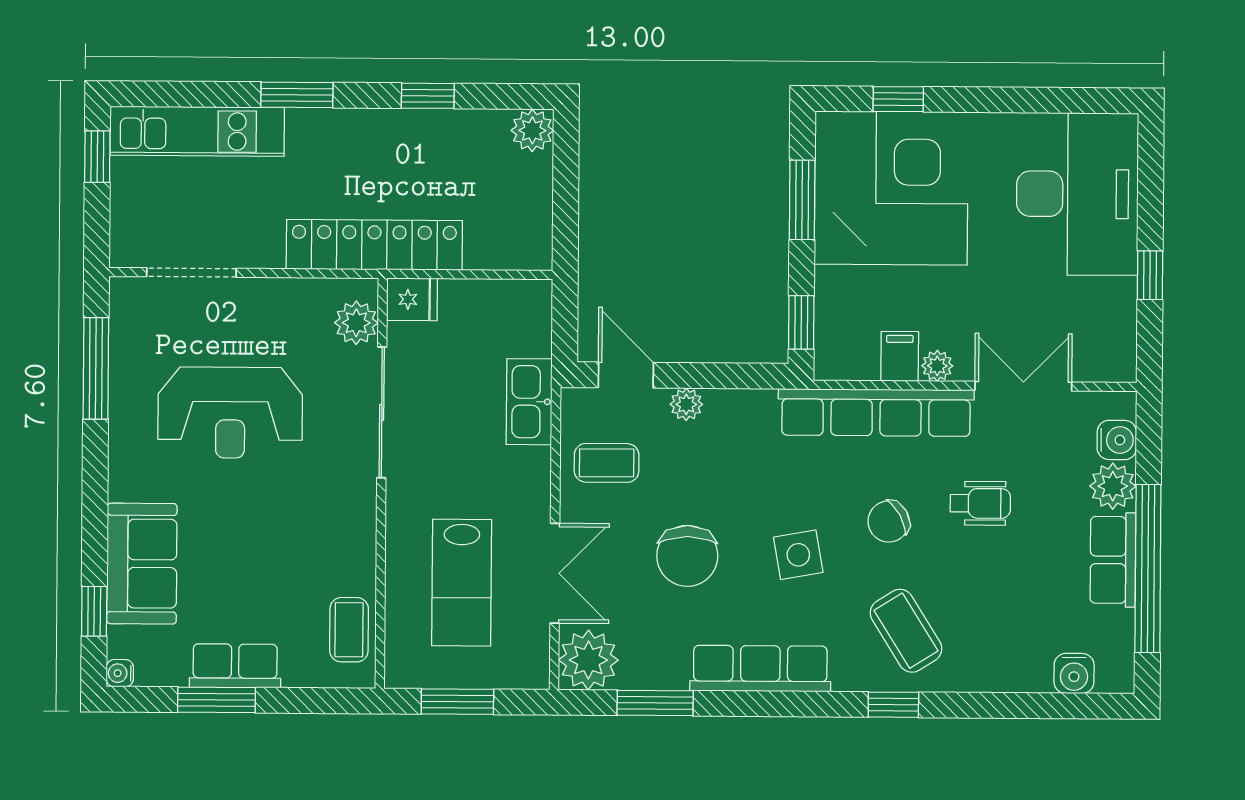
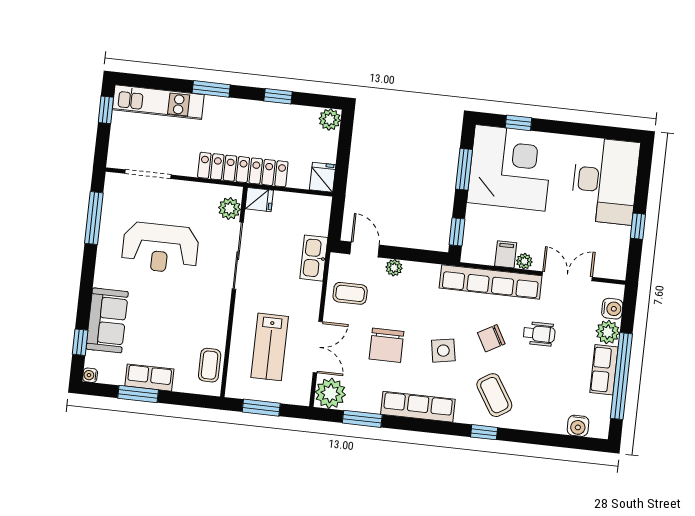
fridge: (530, 244) -> (323, 177), added

